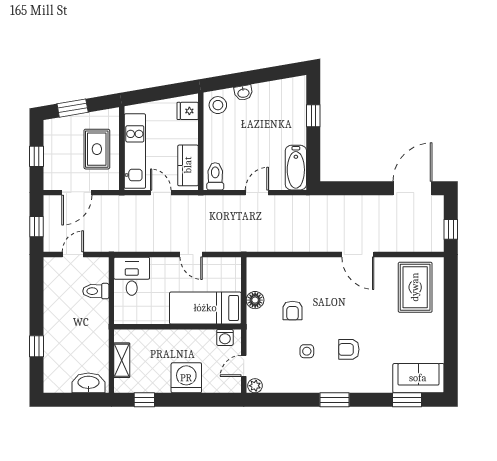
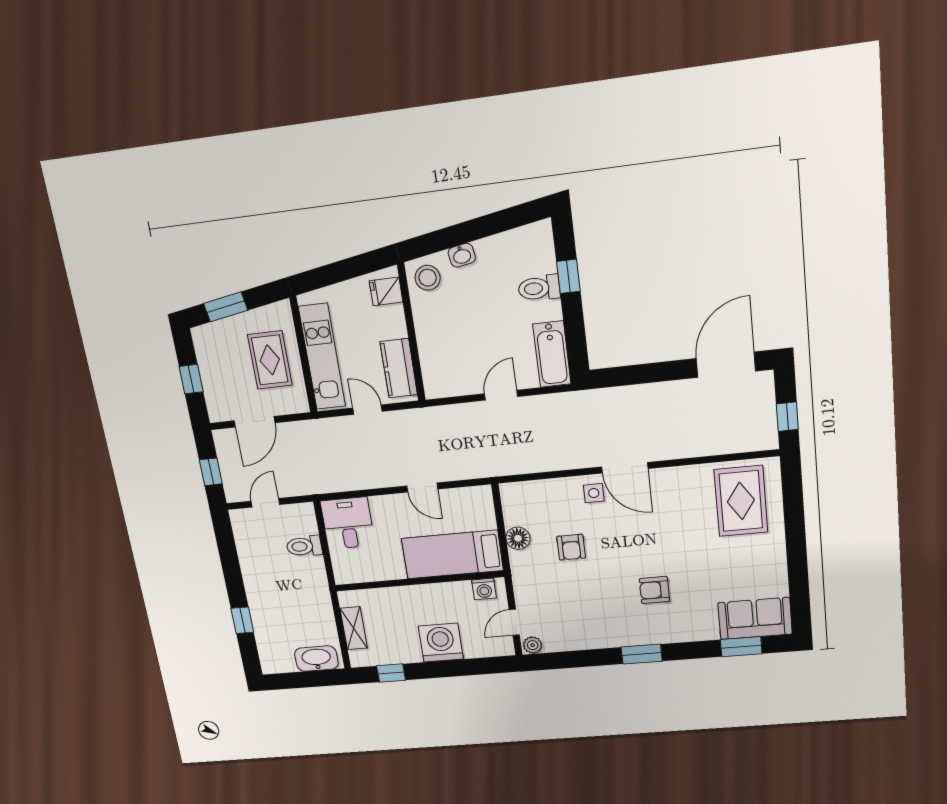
toilet: (215, 176) -> (539, 288), moved, turned -90
door: (358, 255) -> (625, 468), moved
side table: (307, 351) -> (594, 493), moved

